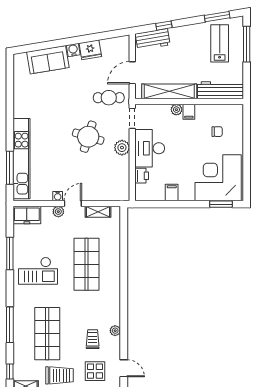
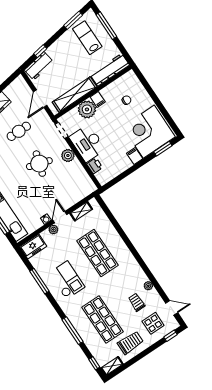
cafe table: (109, 98) -> (19, 131), moved
plant: (176, 110) -> (87, 109), width x1.88, depth x1.88
filing cabinet: (172, 193) -> (135, 156), moved
checkout: (38, 271) -> (67, 280), turned -90

